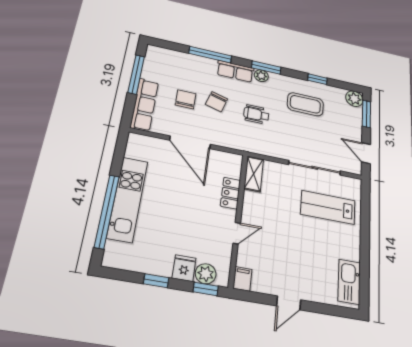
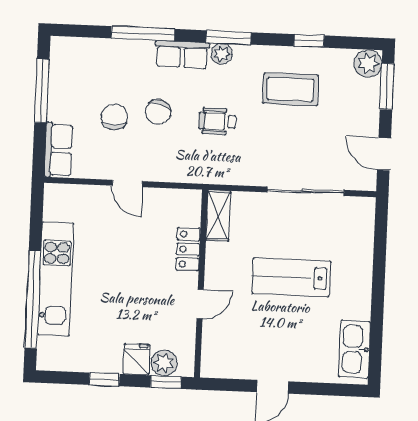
row of seats: (144, 105) -> (59, 150), width x0.68
door: (190, 142) -> (127, 183), width x0.53
lab bench: (328, 207) -> (291, 277), moved
filing cabinet: (242, 279) -> (211, 364), removed

